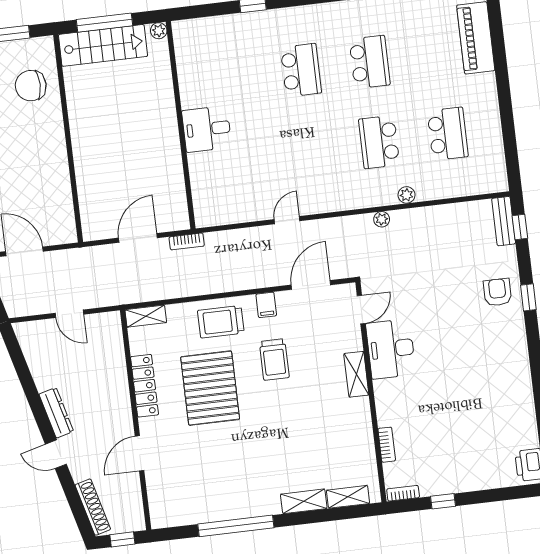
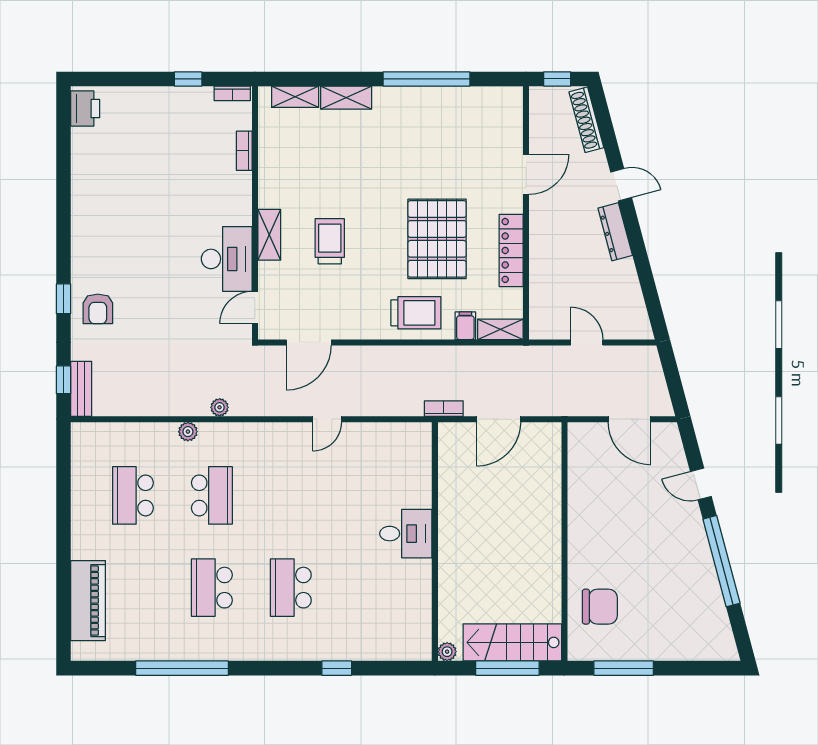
filing cabinet: (266, 305) -> (465, 326), moved
trolley: (274, 359) -> (330, 241), moved

